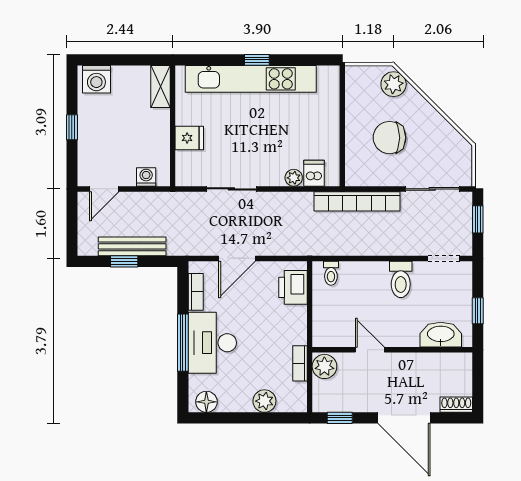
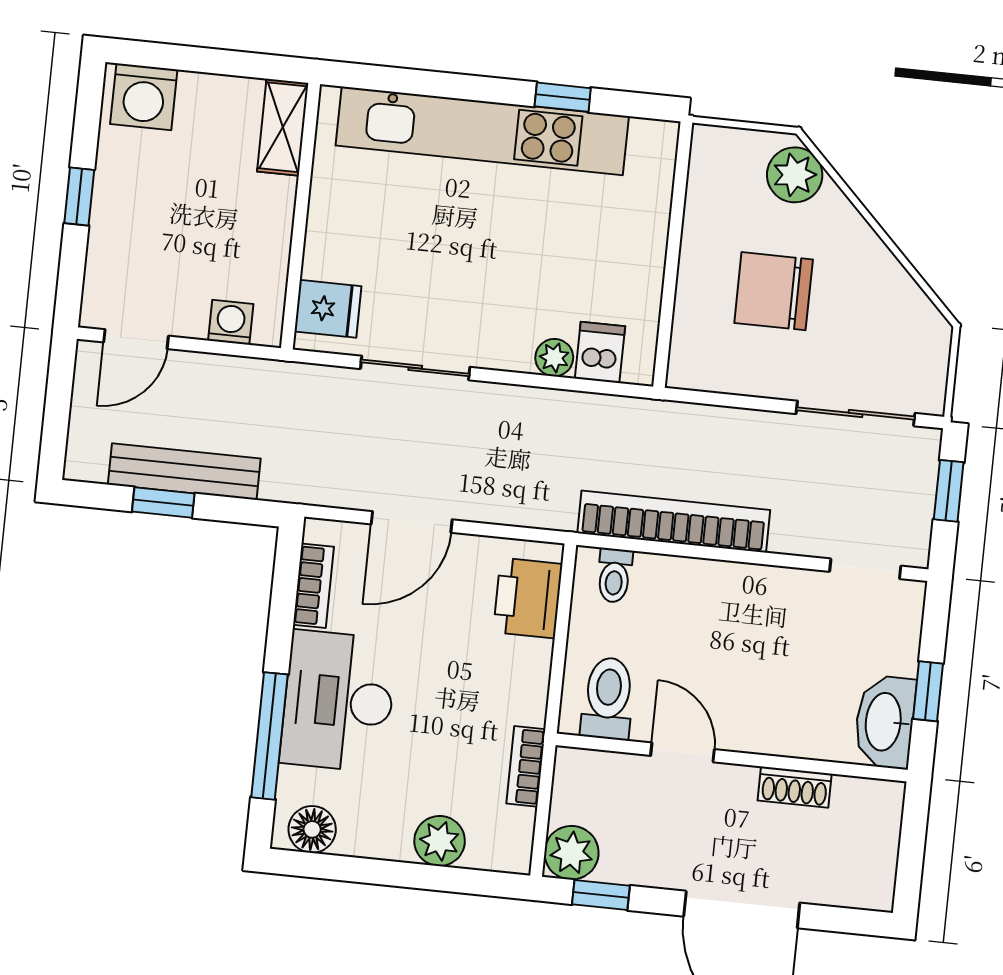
window: (257, 60) -> (563, 97), moved
fridge: (189, 138) -> (328, 309), moved
bookcase: (357, 201) -> (674, 522), moved, turned 180
toilet: (401, 279) -> (608, 698), moved, turned 180
washbasin: (441, 335) -> (885, 722), moved, turned -90
window: (183, 343) -> (269, 736), moved
plant: (324, 366) -> (571, 853), moved
shoe rack: (456, 405) -> (795, 787), moved, turned 180

